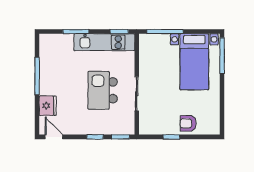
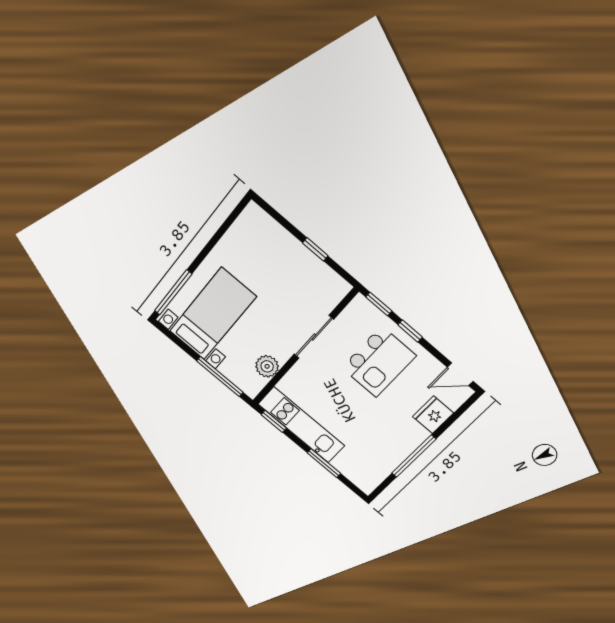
plant: (146, 58) -> (267, 366), added
kitchen island: (103, 90) -> (379, 362), moved
armchair: (188, 123) -> (280, 248), removed
door: (54, 137) -> (460, 374), hinge flipped

